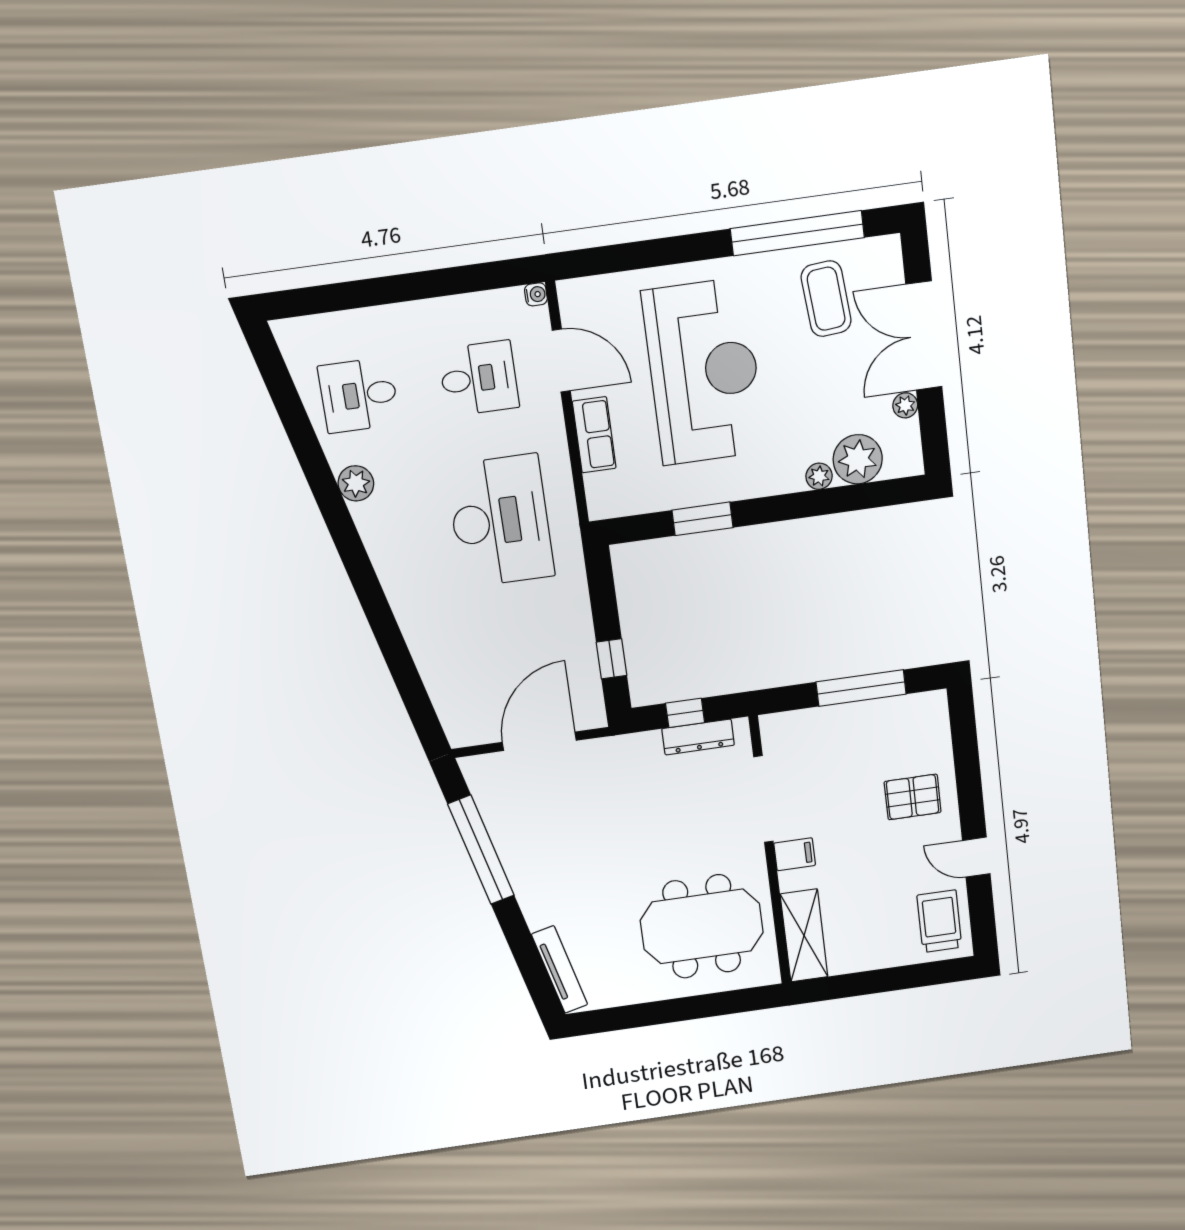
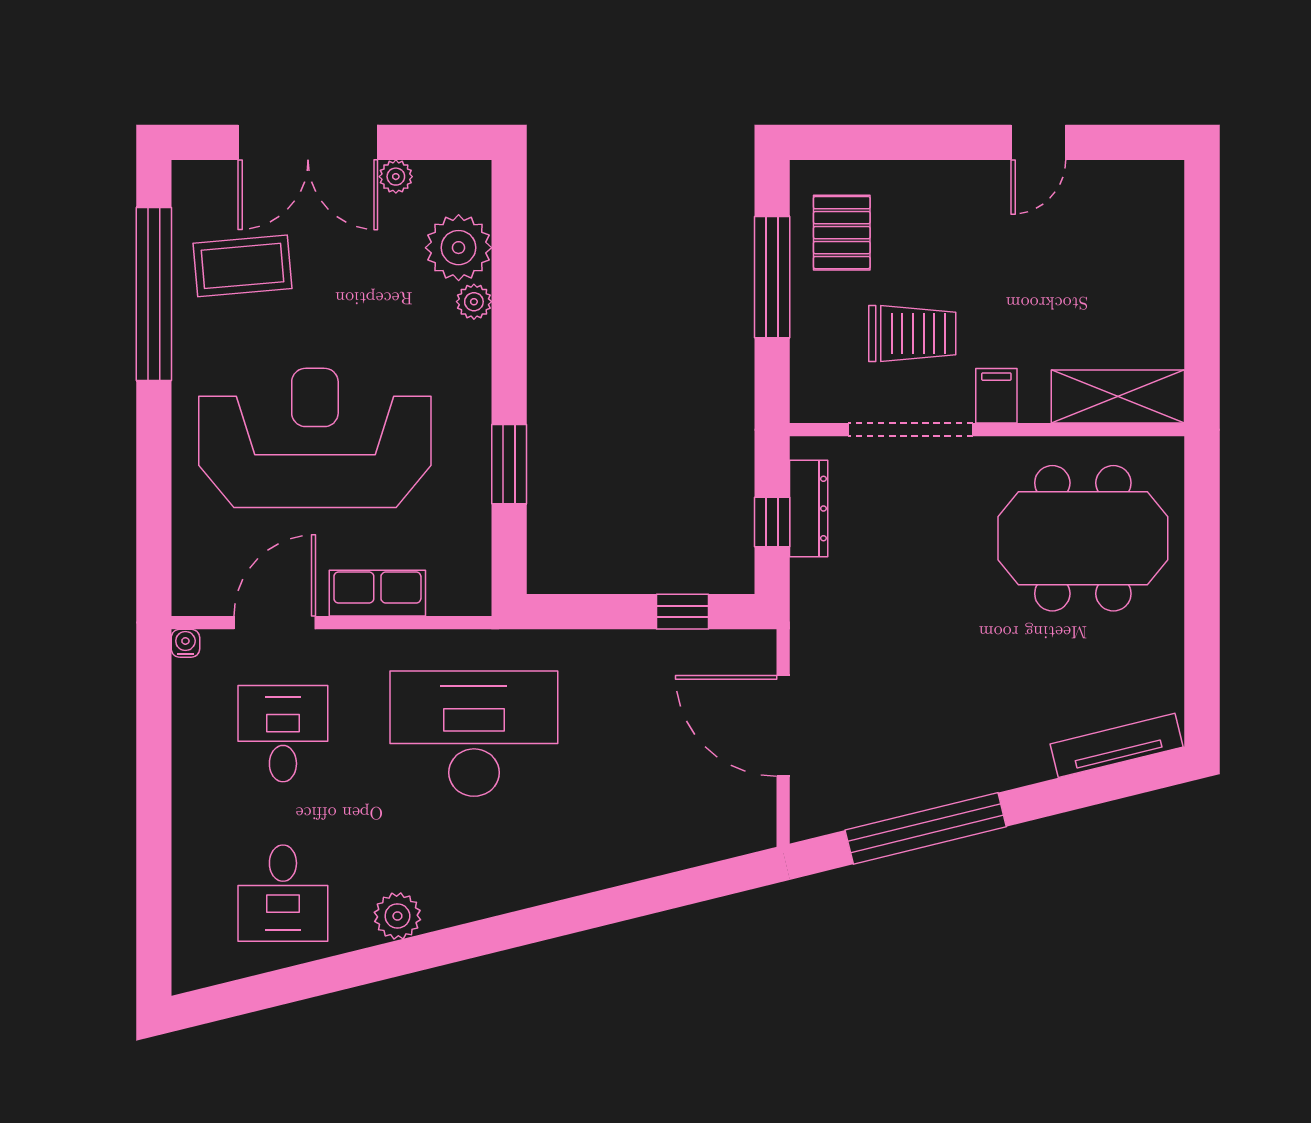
pallet: (913, 797) -> (842, 233), moved
trolley: (939, 921) -> (912, 333), moved, turned 180
meeting table: (702, 926) -> (1083, 538), turned 90

